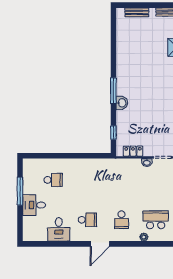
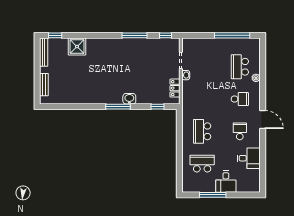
school desk: (53, 180) -> (202, 164), width x1.85
school desk: (87, 180) -> (202, 131), added

